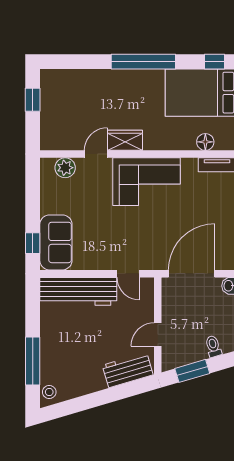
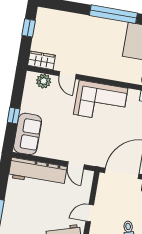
wardrobe: (125, 140) -> (41, 60), moved
door: (96, 154) -> (67, 75), swing flipped
window: (33, 243) -> (14, 116), moved

